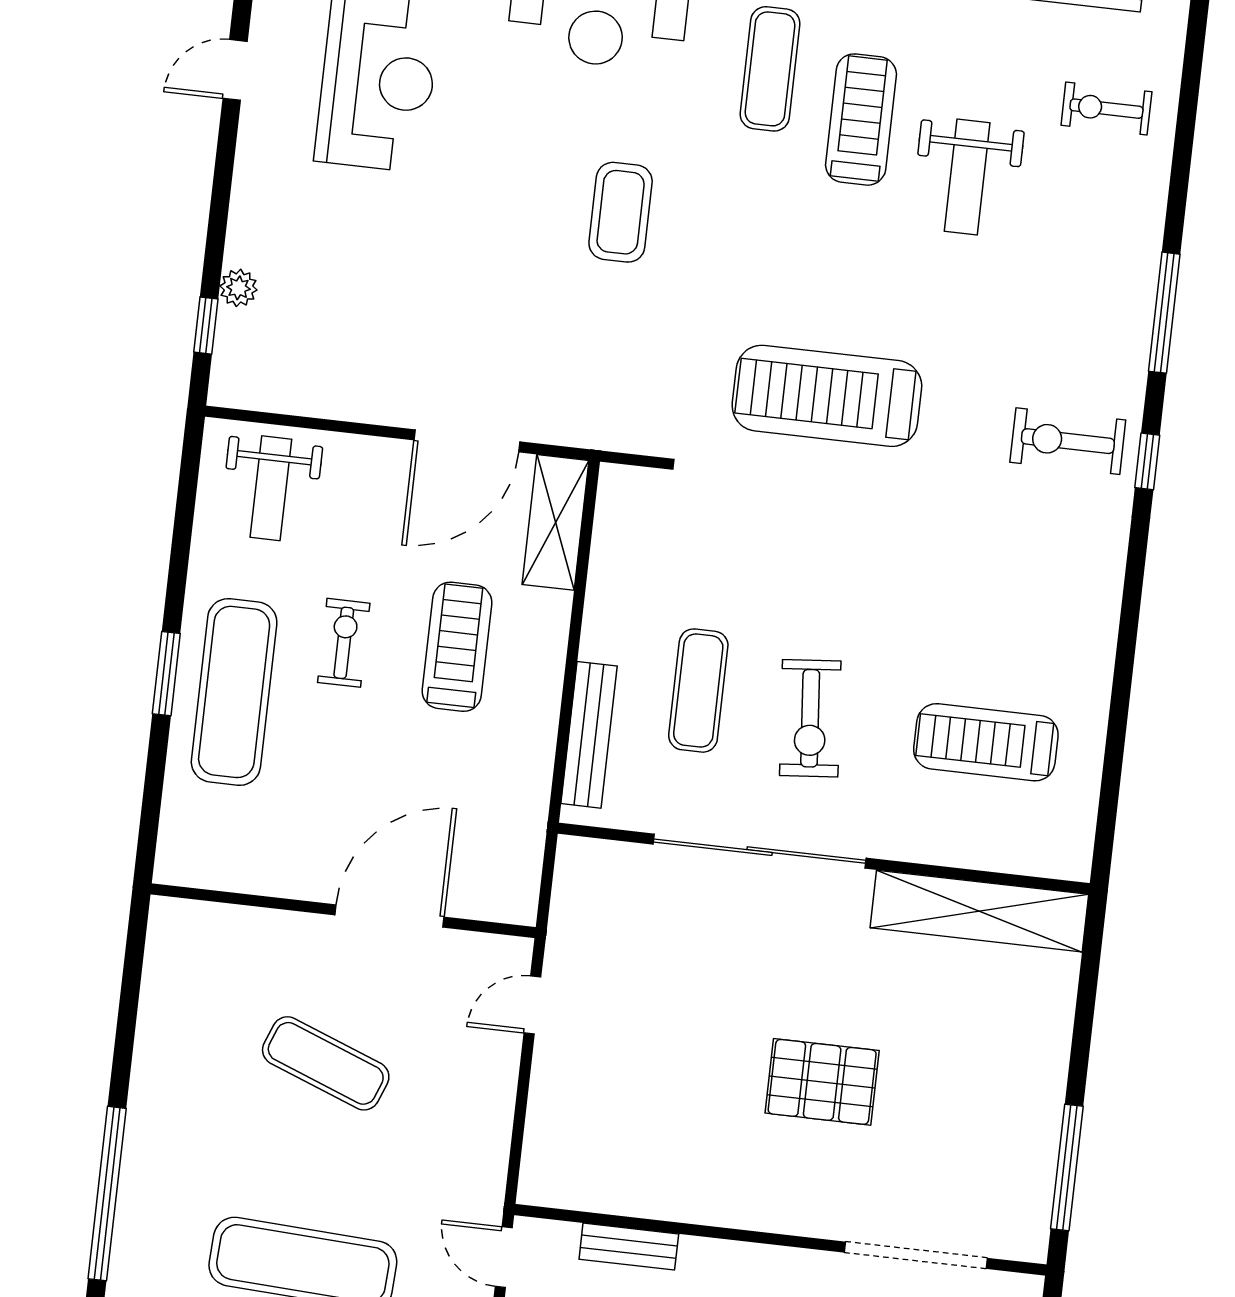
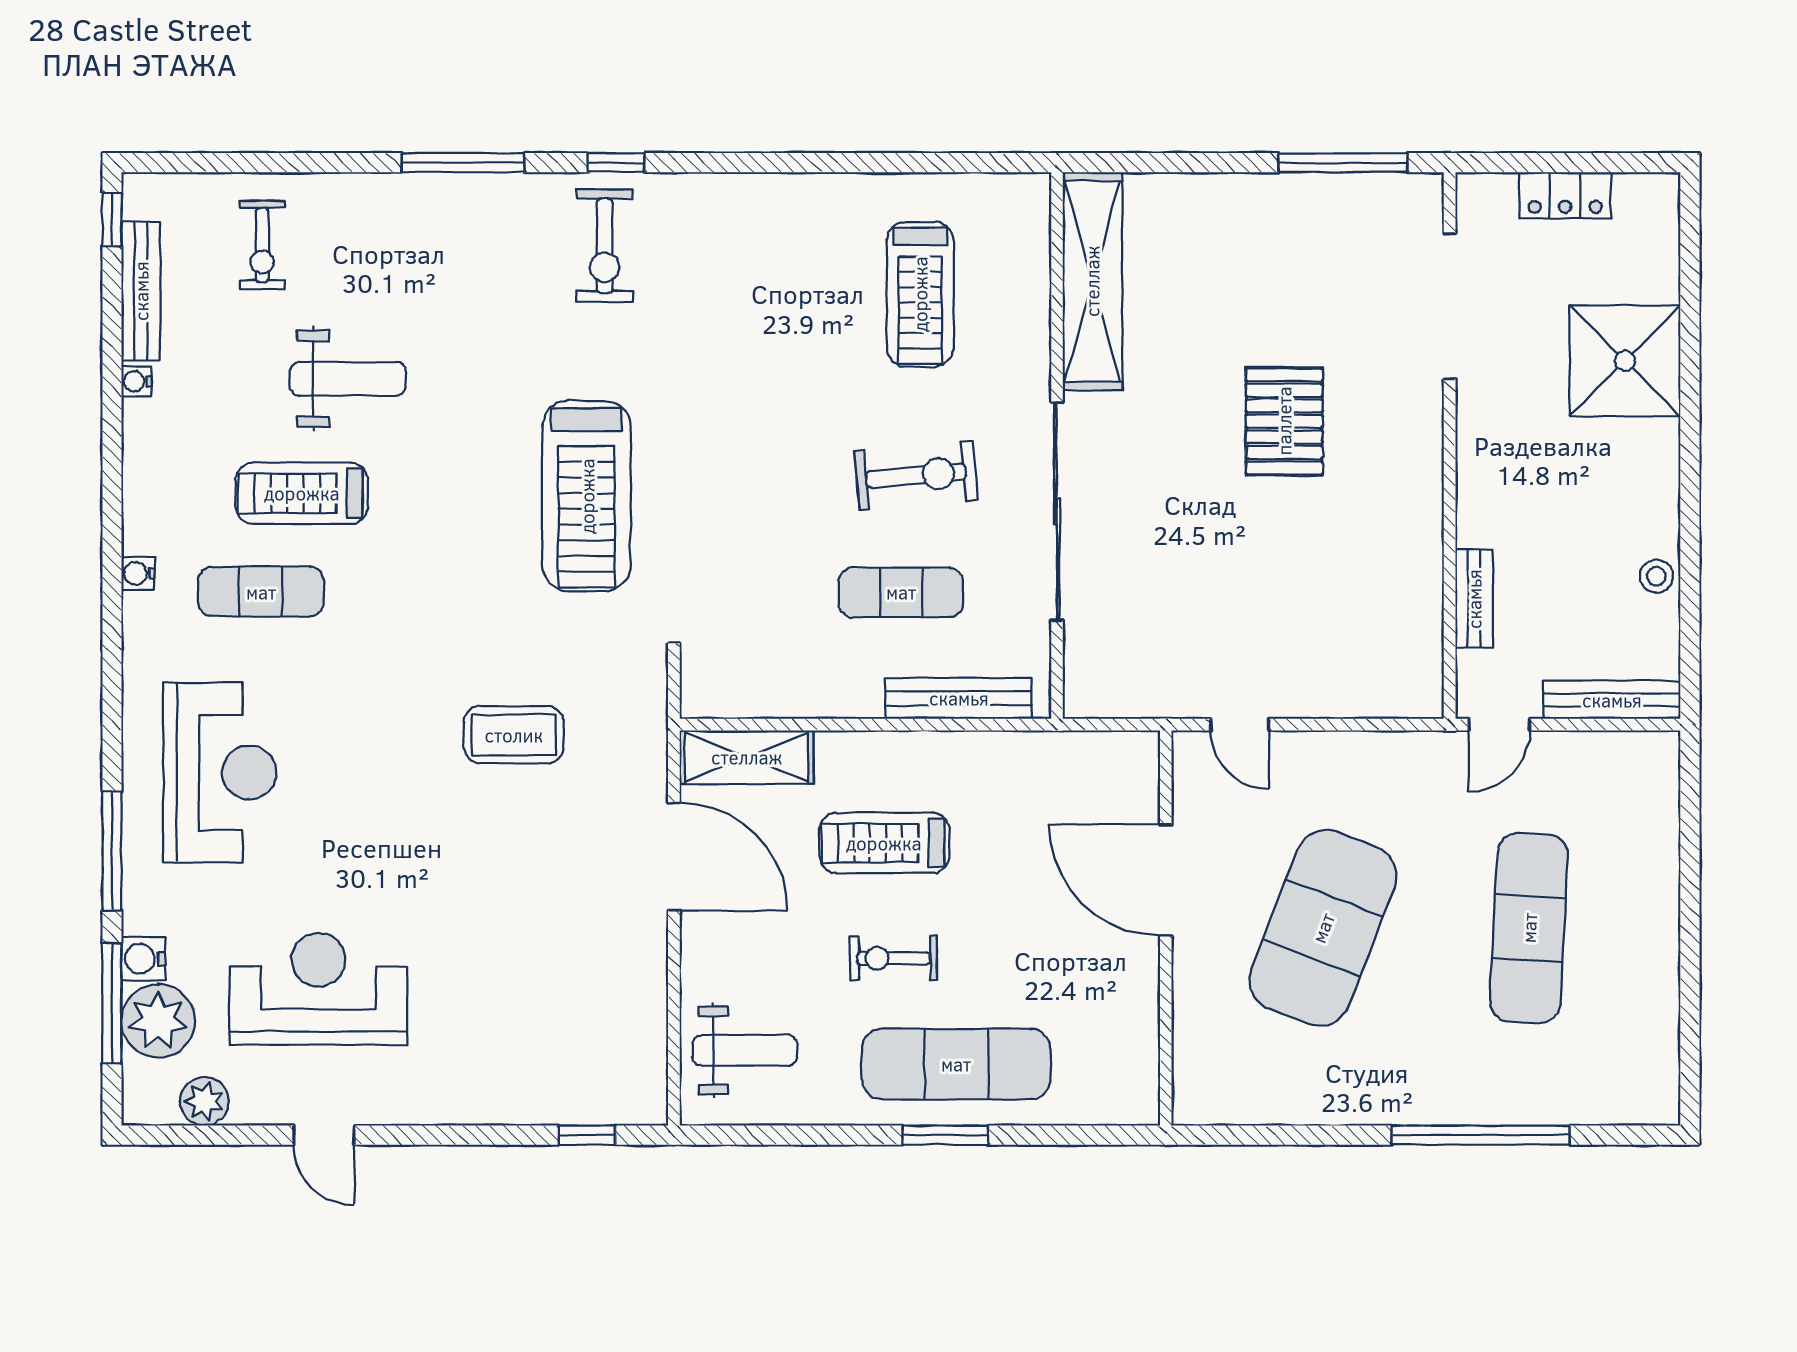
coffee table: (621, 212) -> (514, 735), moved
plant: (238, 288) -> (545, 1106), removed
exercise mat: (326, 1063) -> (1323, 928), width x2.00, depth x1.45

